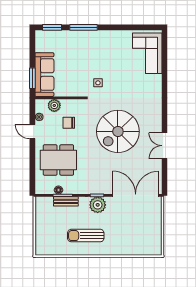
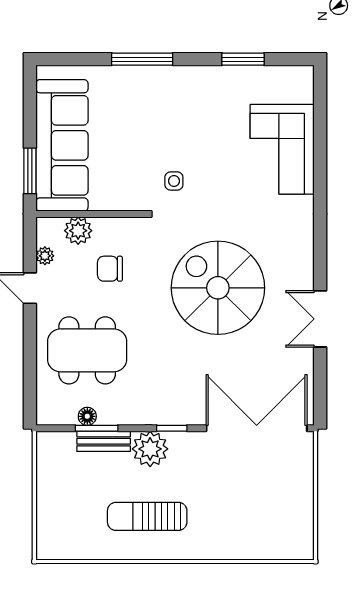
window: (52, 27) -> (243, 59), moved
corner sofa: (147, 53) -> (282, 149), moved
sofa: (44, 75) -> (62, 145), width x1.36, depth x1.27
spiral stairs: (118, 131) -> (218, 288), turned 90
plant: (98, 205) -> (150, 449), moved

